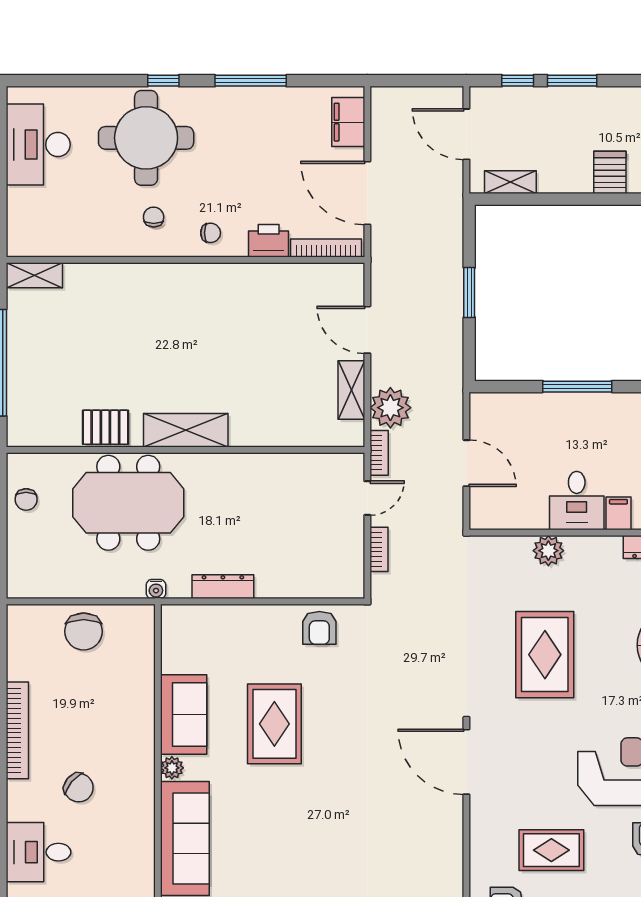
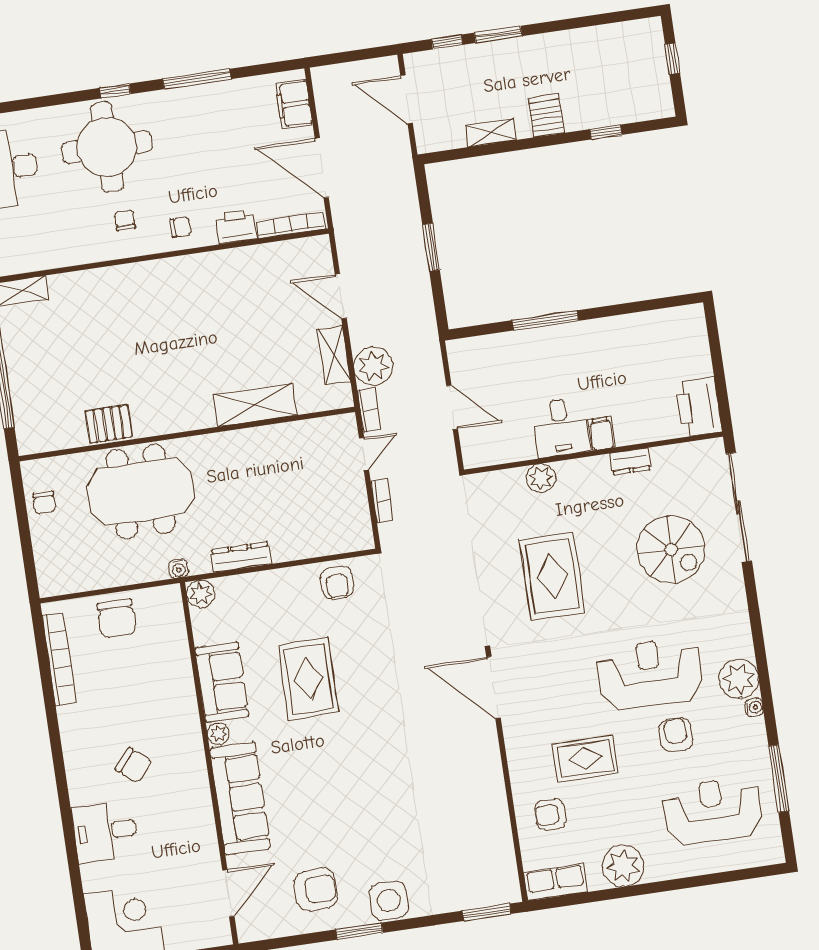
shelving: (510, 182) -> (491, 133), moved
shelving: (186, 430) -> (255, 405), moved
plant: (175, 619) -> (201, 594), added
bookcase: (17, 730) -> (59, 659), moved

